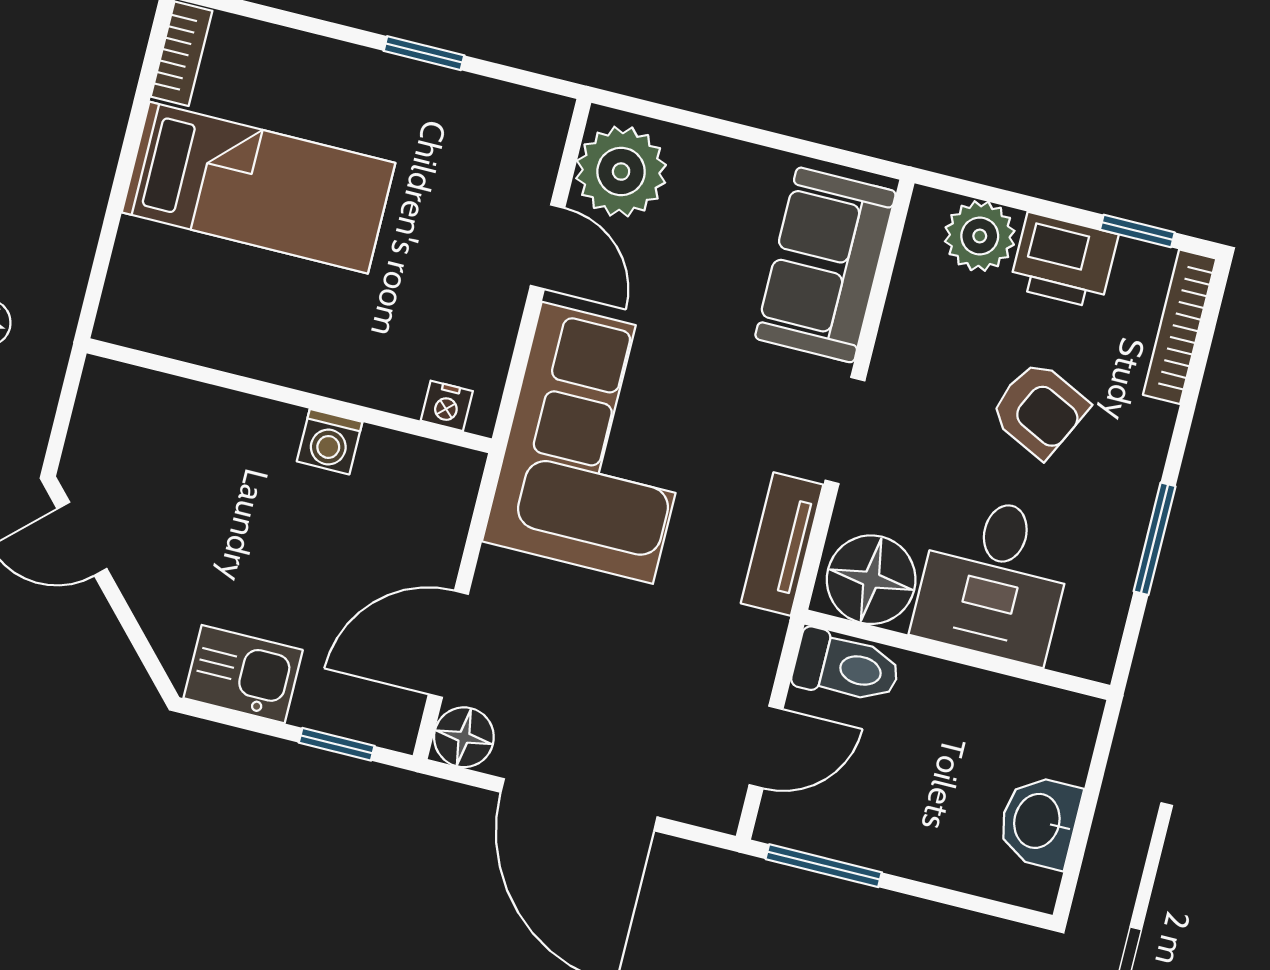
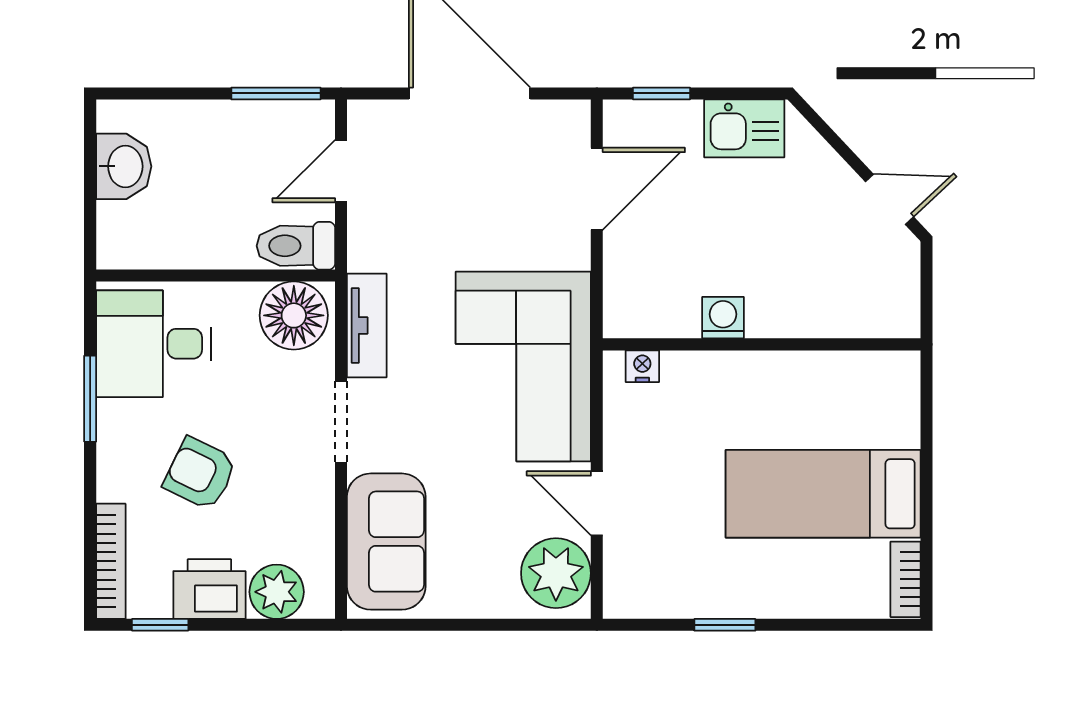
desk: (994, 579) -> (154, 344), moved, turned -90
floor lamp: (464, 737) -> (568, 122), removed

